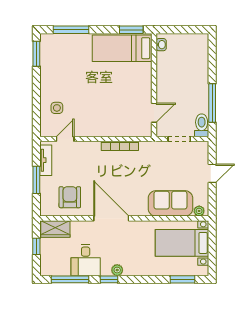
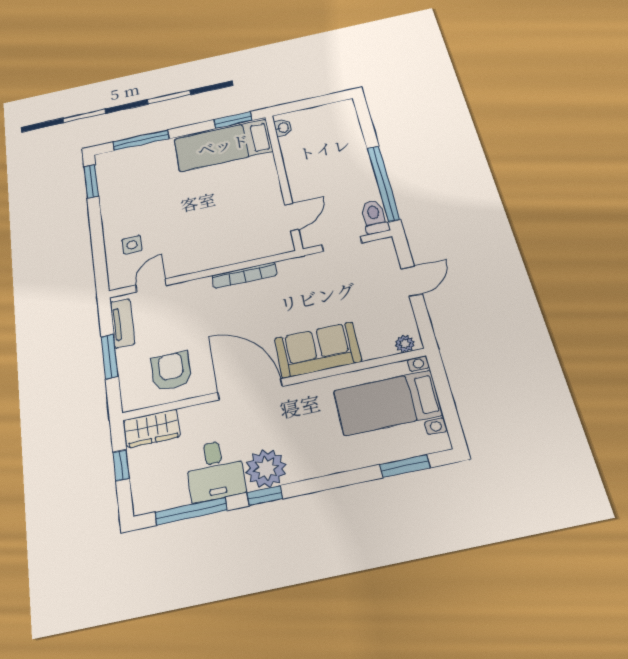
window: (212, 103) -> (383, 183), width x1.46
sofa: (170, 203) -> (318, 350), moved
plant: (117, 270) -> (266, 468), width x1.88, depth x1.88

